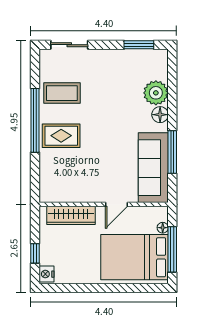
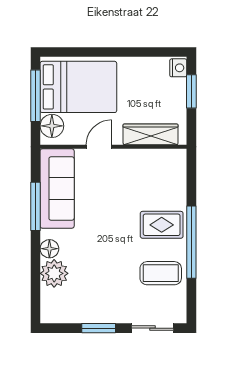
window: (139, 45) -> (99, 328), moved
floor lamp: (163, 228) -> (52, 126), width x1.89, depth x1.89
window: (35, 253) -> (191, 91), width x1.50

